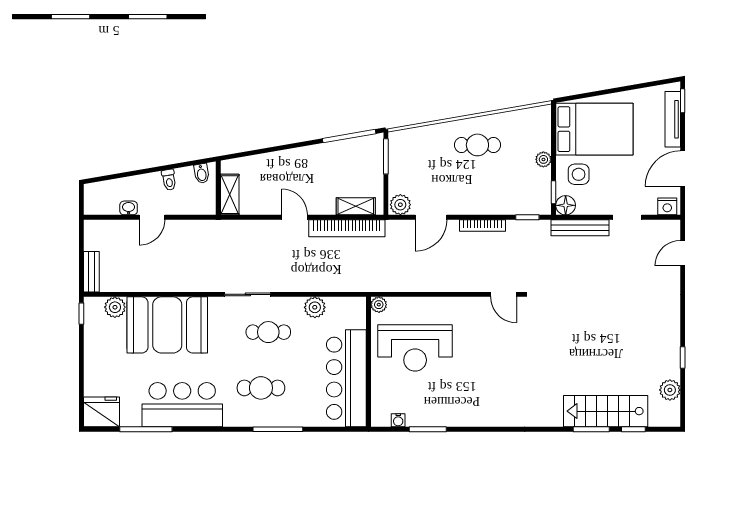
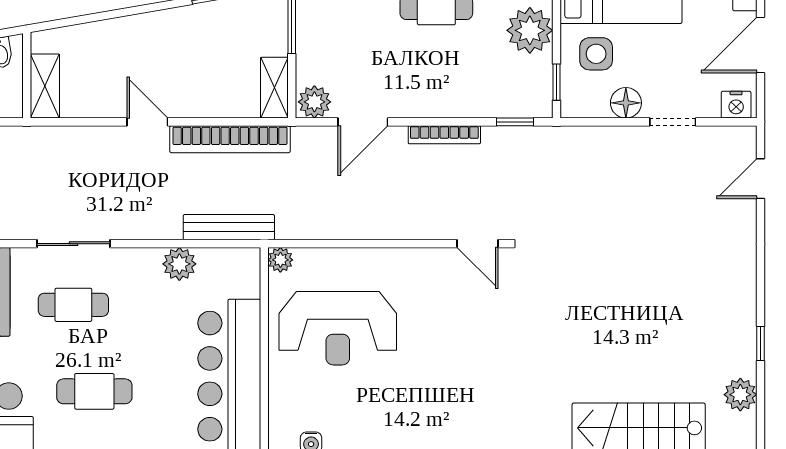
plant: (543, 159) -> (530, 30), width x1.88, depth x1.88
floor lamp: (566, 205) -> (626, 103), moved
shelving: (356, 206) -> (274, 88), moved, turned 90
bench: (580, 228) -> (229, 227), moved
cafe table: (268, 332) -> (73, 305), moved

